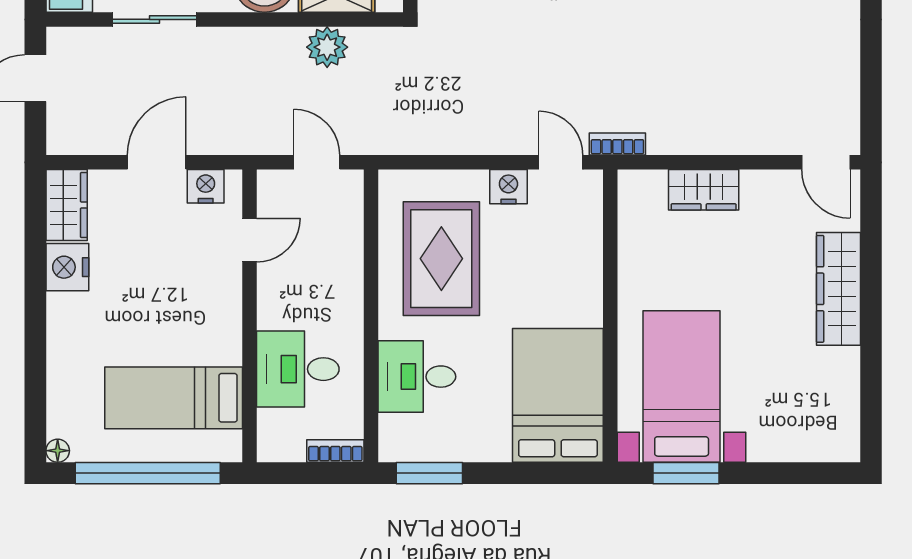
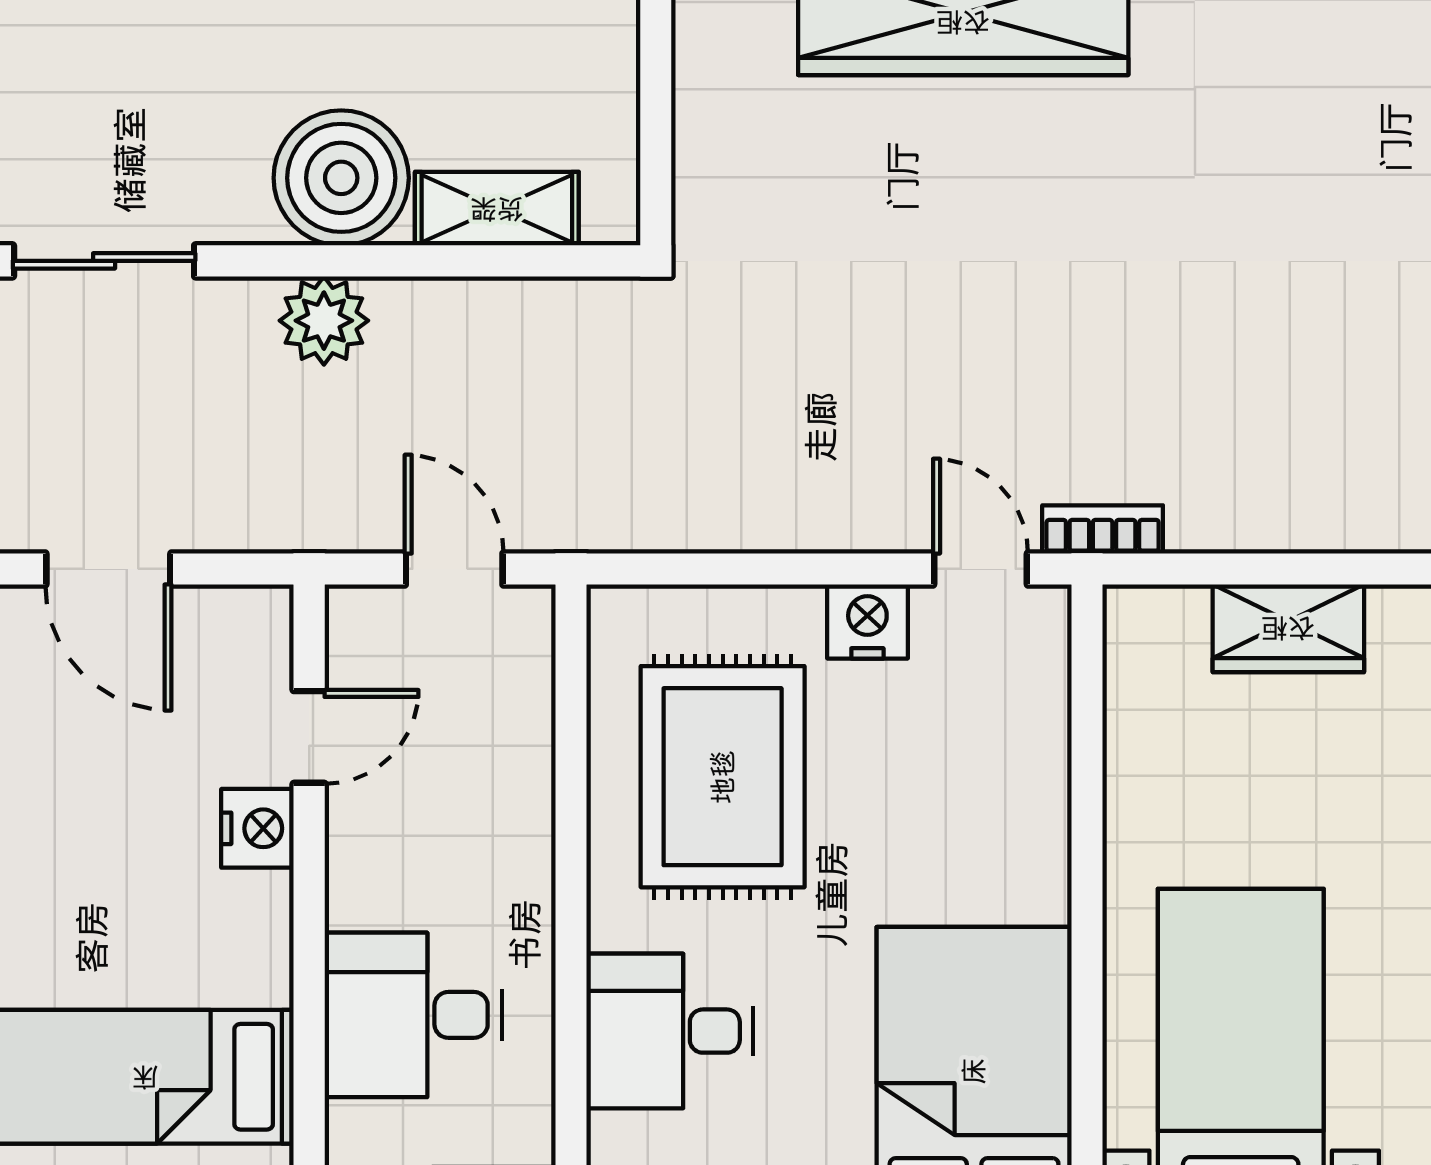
plant: (327, 47) -> (324, 321), moved
door: (157, 162) -> (108, 569), swing flipped
nightstand: (206, 186) -> (257, 828), moved, turned 90

